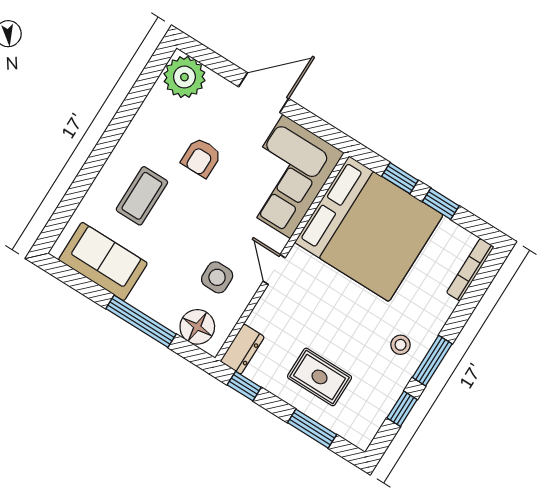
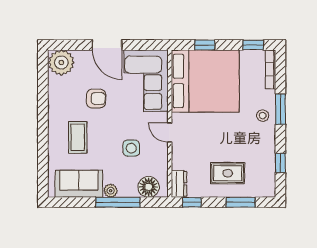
door: (264, 93) -> (107, 45), swing flipped
armchair: (201, 158) -> (96, 99), turned -90
window: (441, 204) -> (253, 45), moved
side table: (217, 277) -> (131, 148), moved
plant: (141, 299) -> (111, 191), added
stool: (401, 345) -> (263, 116), moved
window: (432, 361) -> (280, 109), moved

